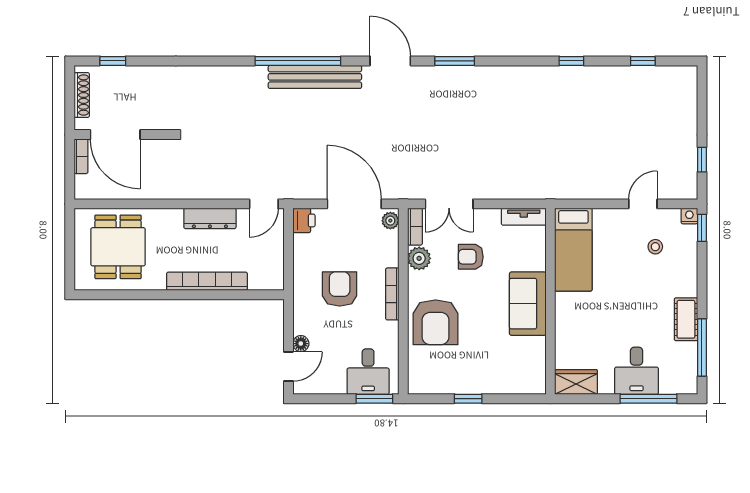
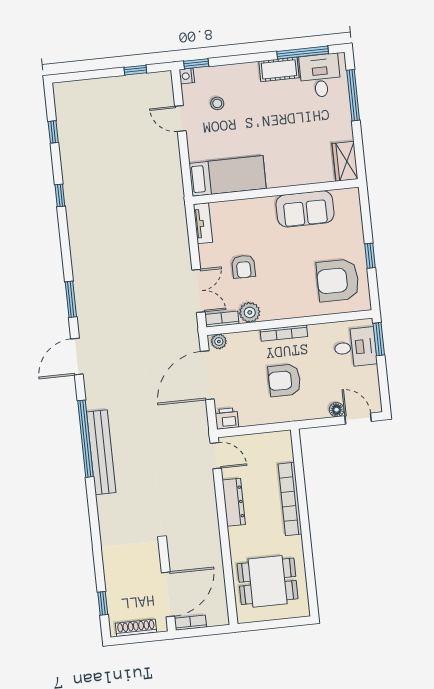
bench: (315, 77) -> (101, 452), moved
sofa: (528, 304) -> (305, 209), moved
armchair: (436, 322) -> (338, 280), moved, turned 180
desk: (637, 371) -> (320, 76), moved, turned -90

